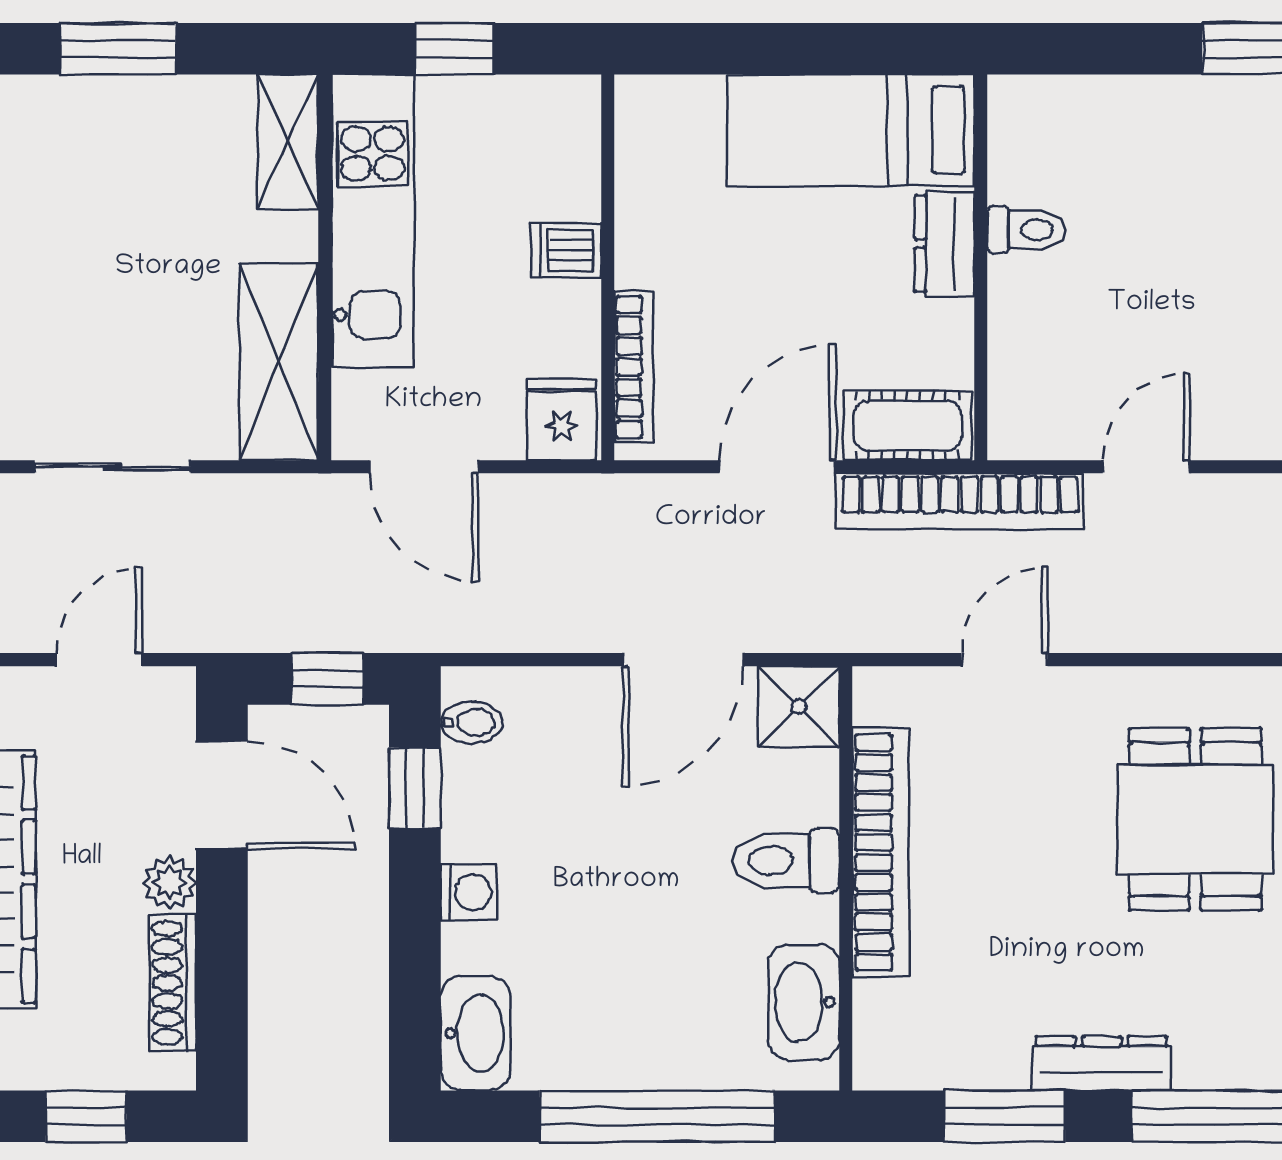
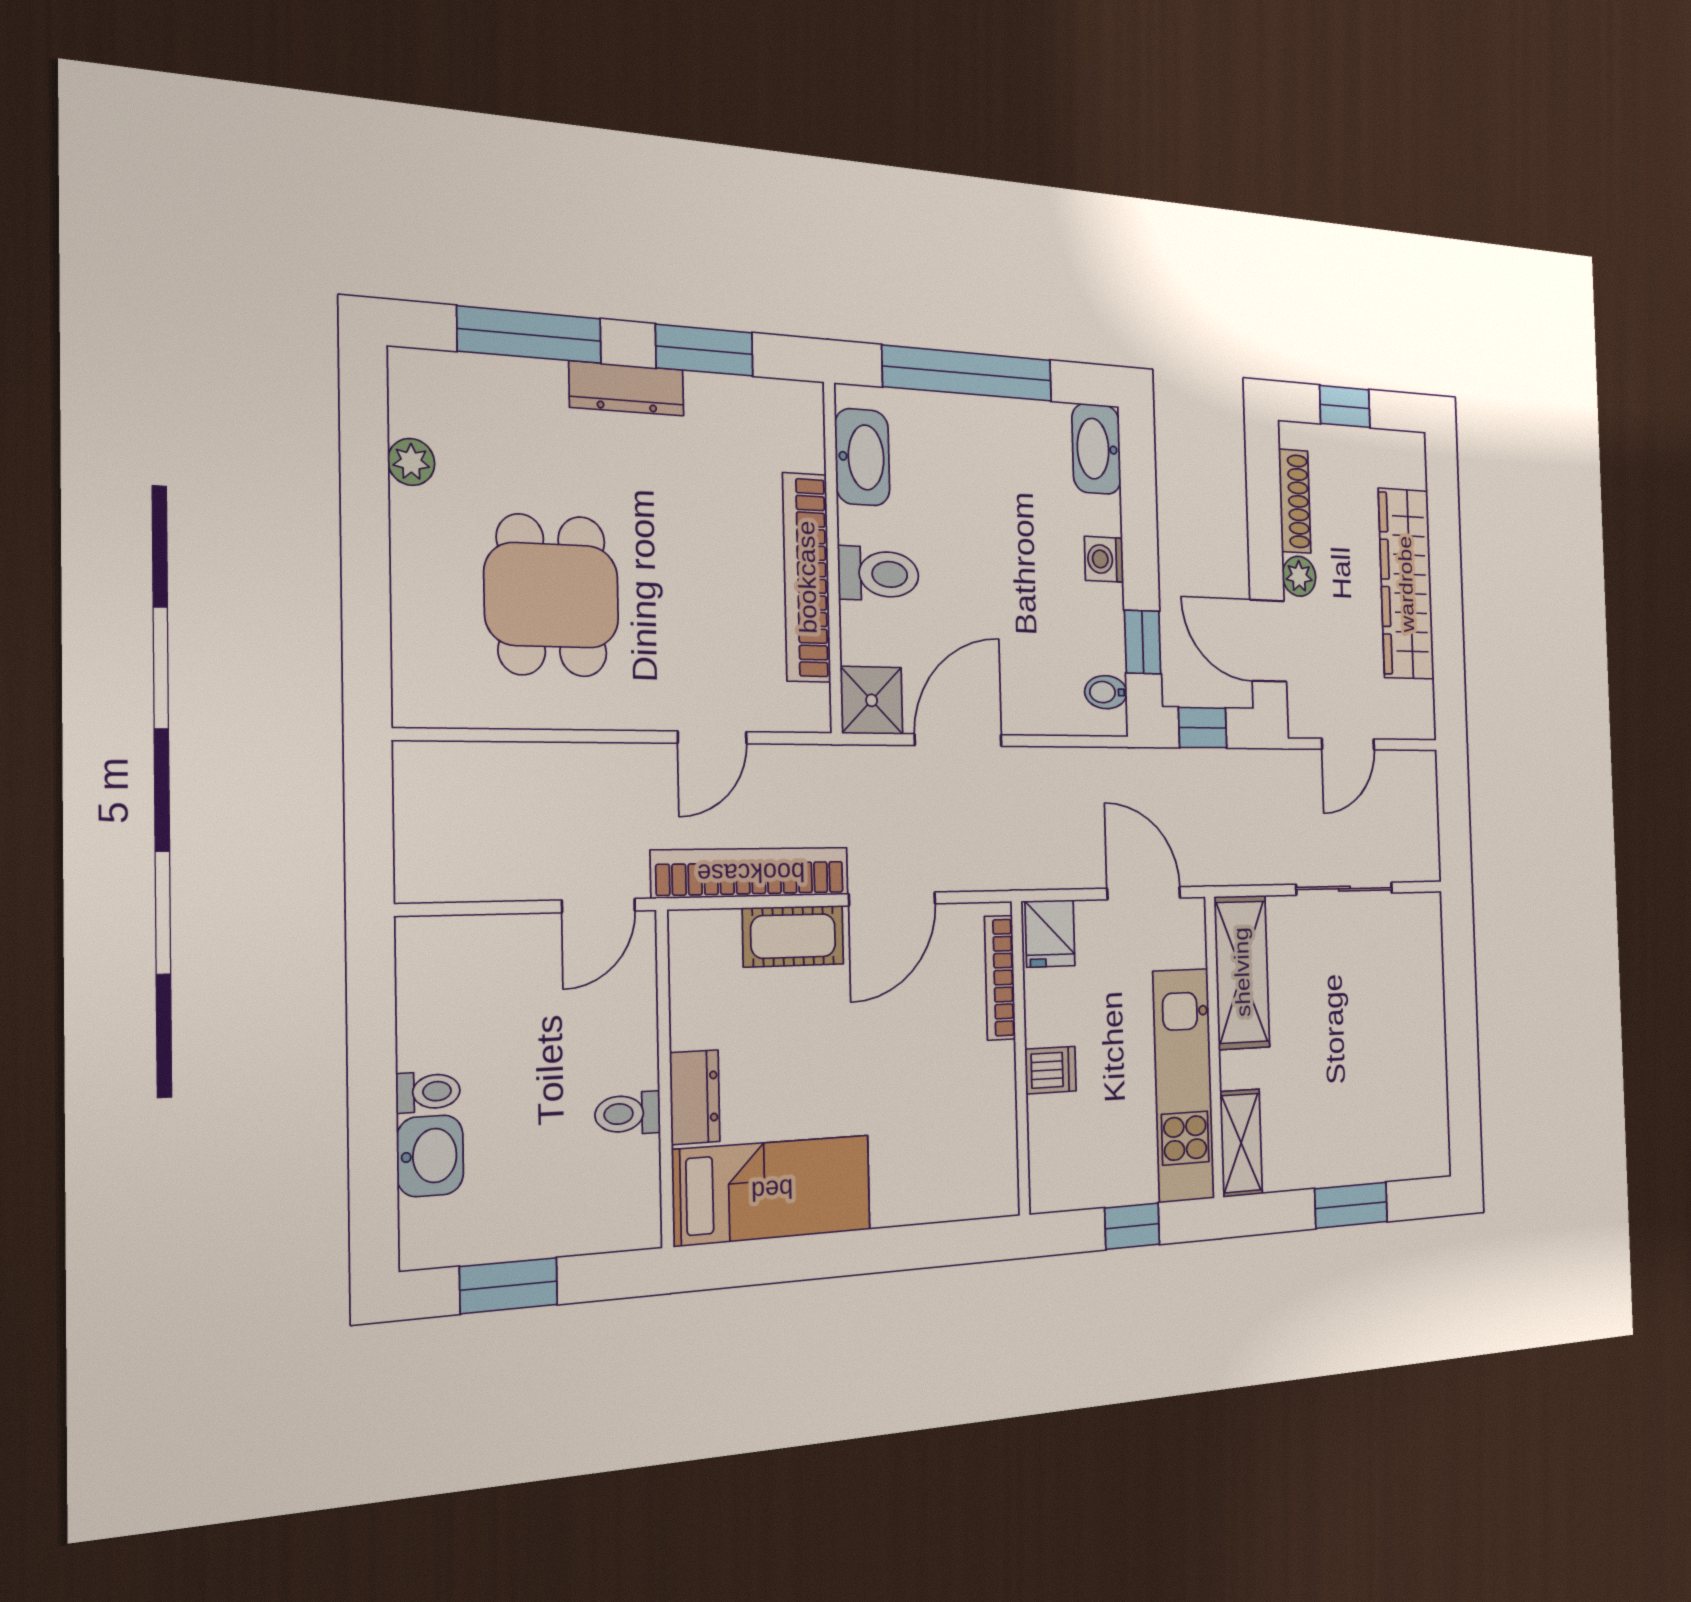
bed: (851, 130) -> (772, 1190), moved
toilet: (1026, 230) -> (628, 1114), moved
dresser: (945, 244) -> (695, 1097), moved
wall: (981, 267) -> (665, 1078), moved

